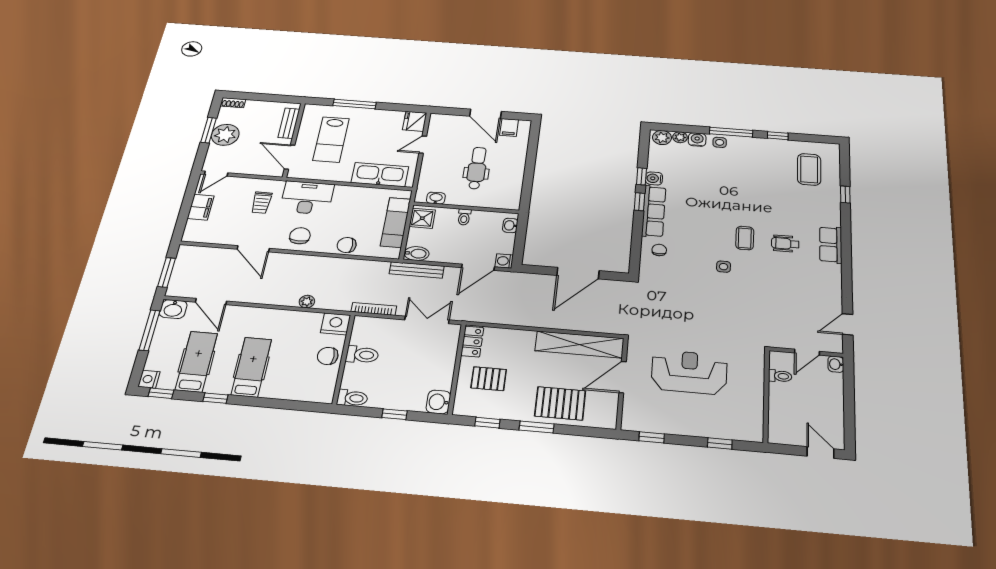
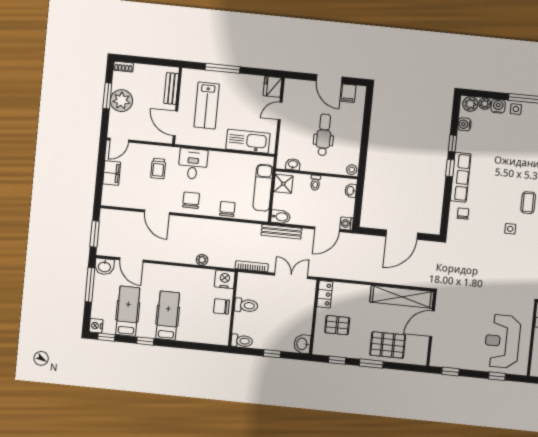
water cooler: (654, 178) -> (464, 124), moved
desk: (307, 198) -> (193, 164), width x0.73
stool: (512, 203) -> (352, 170), added
chair: (347, 245) -> (227, 209), turned 90
reception desk: (689, 372) -> (502, 341), moved, turned -90

